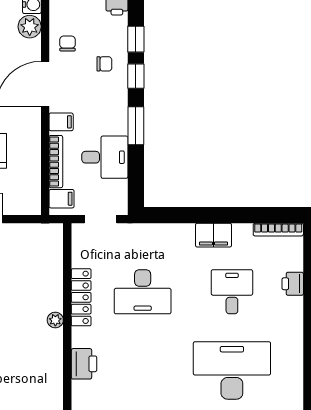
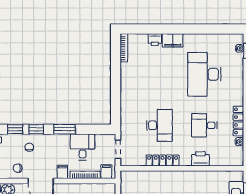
filing cabinet: (213, 235) -> (173, 40), moved, turned 90
desk: (232, 292) -> (204, 125), moved
plant: (55, 320) -> (176, 175), removed

